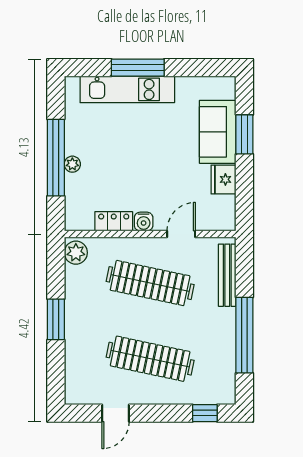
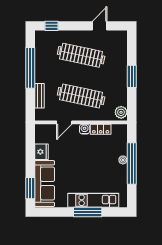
sofa: (218, 132) -> (45, 184), width x1.36
window: (244, 134) -> (30, 188), moved
bench: (227, 275) -> (39, 96), width x0.73

